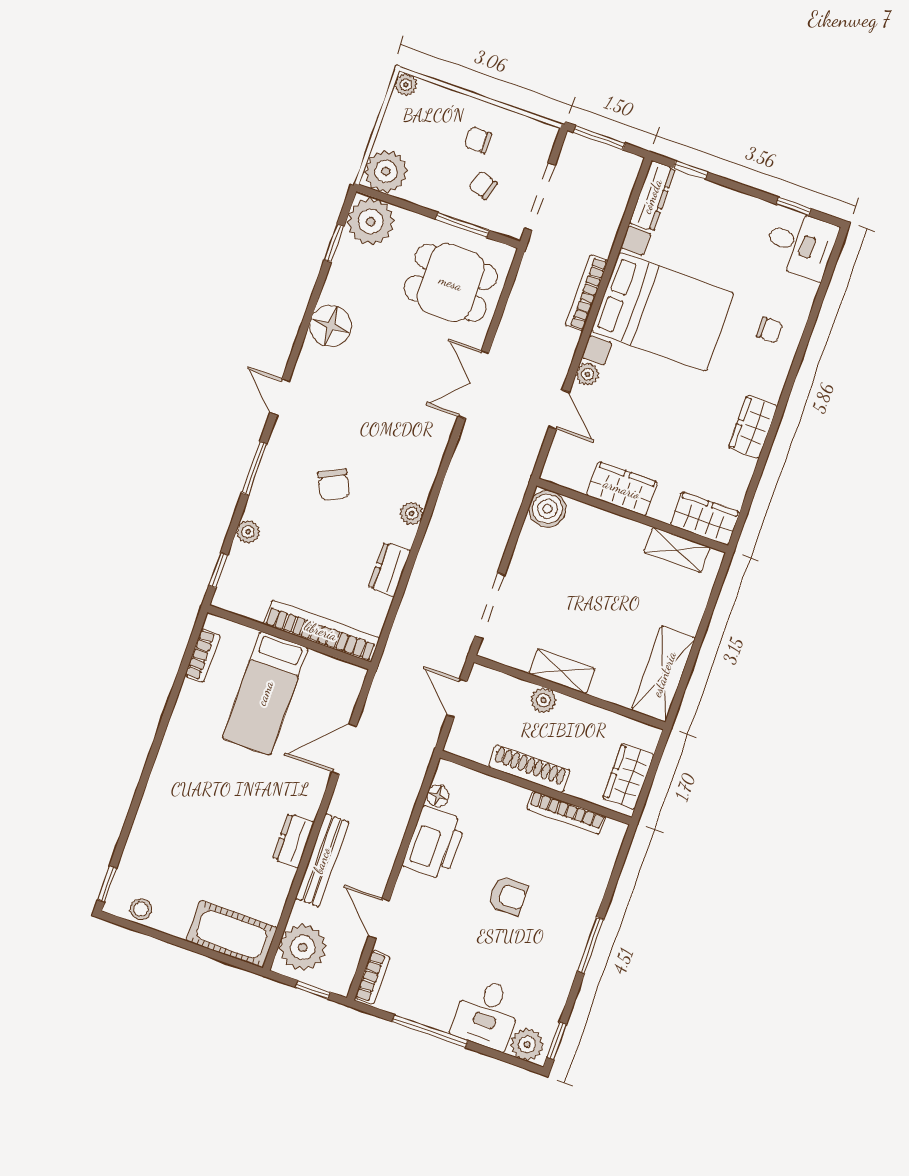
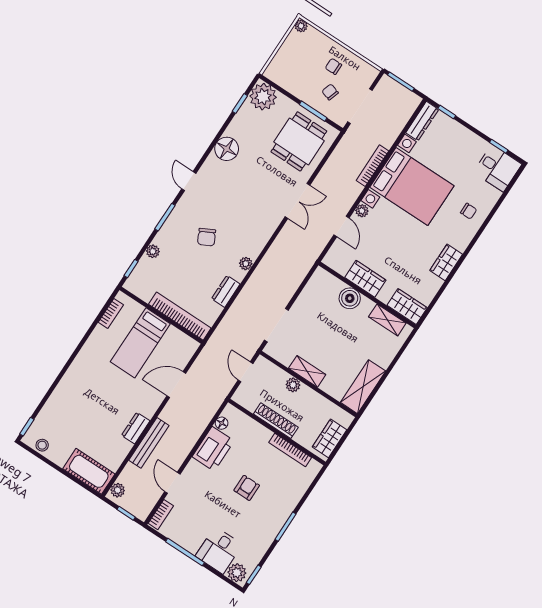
plant: (386, 171) -> (278, 71), removed
dining table: (451, 283) -> (299, 141), turned 90
double door: (473, 385) -> (297, 201), swing flipped
boiler: (547, 509) -> (350, 298), moved
armchair: (508, 896) -> (247, 488), turned -90
plant: (303, 947) -> (118, 490), width x0.53, depth x0.53

